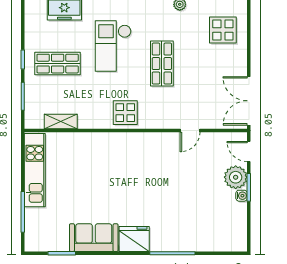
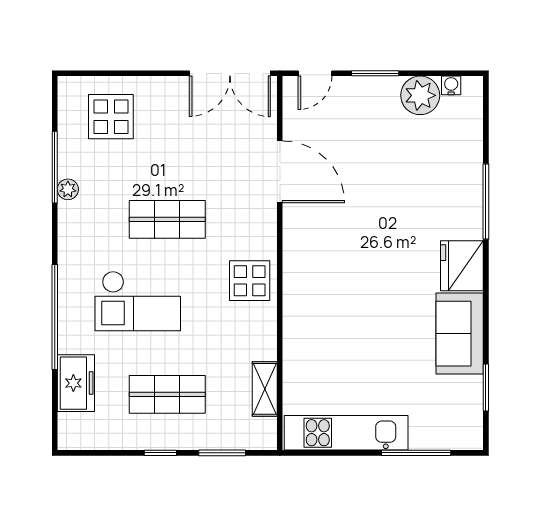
shop shelf: (58, 64) -> (167, 394), turned 90
door: (190, 131) -> (280, 172), width x1.87
plant: (236, 177) -> (420, 95), moved
water cooler: (242, 196) -> (451, 85), moved

